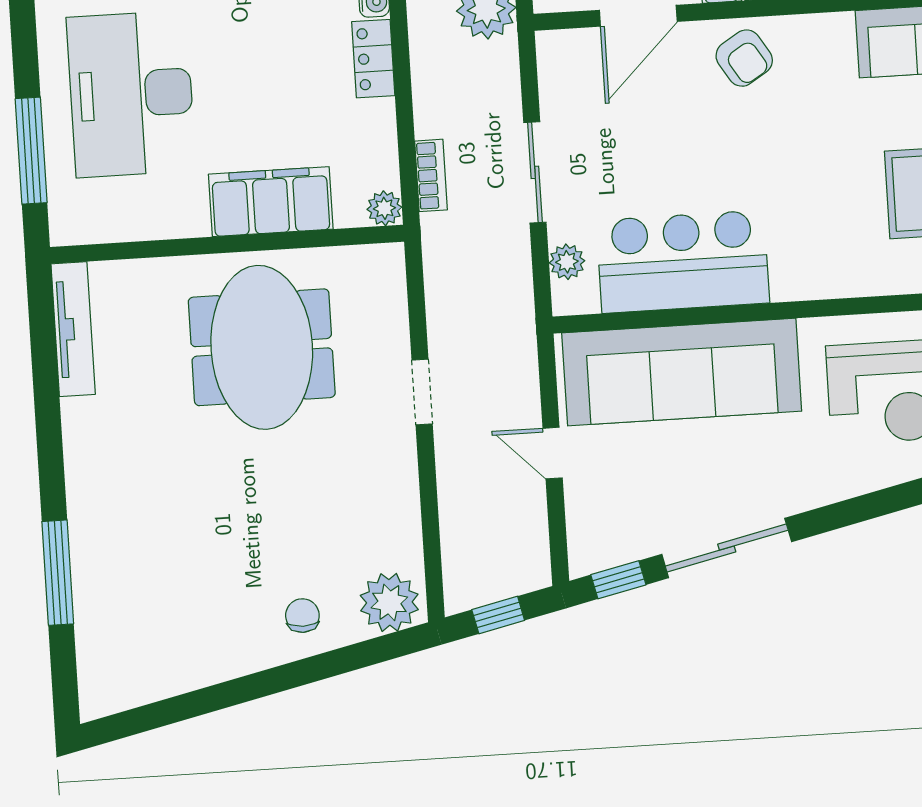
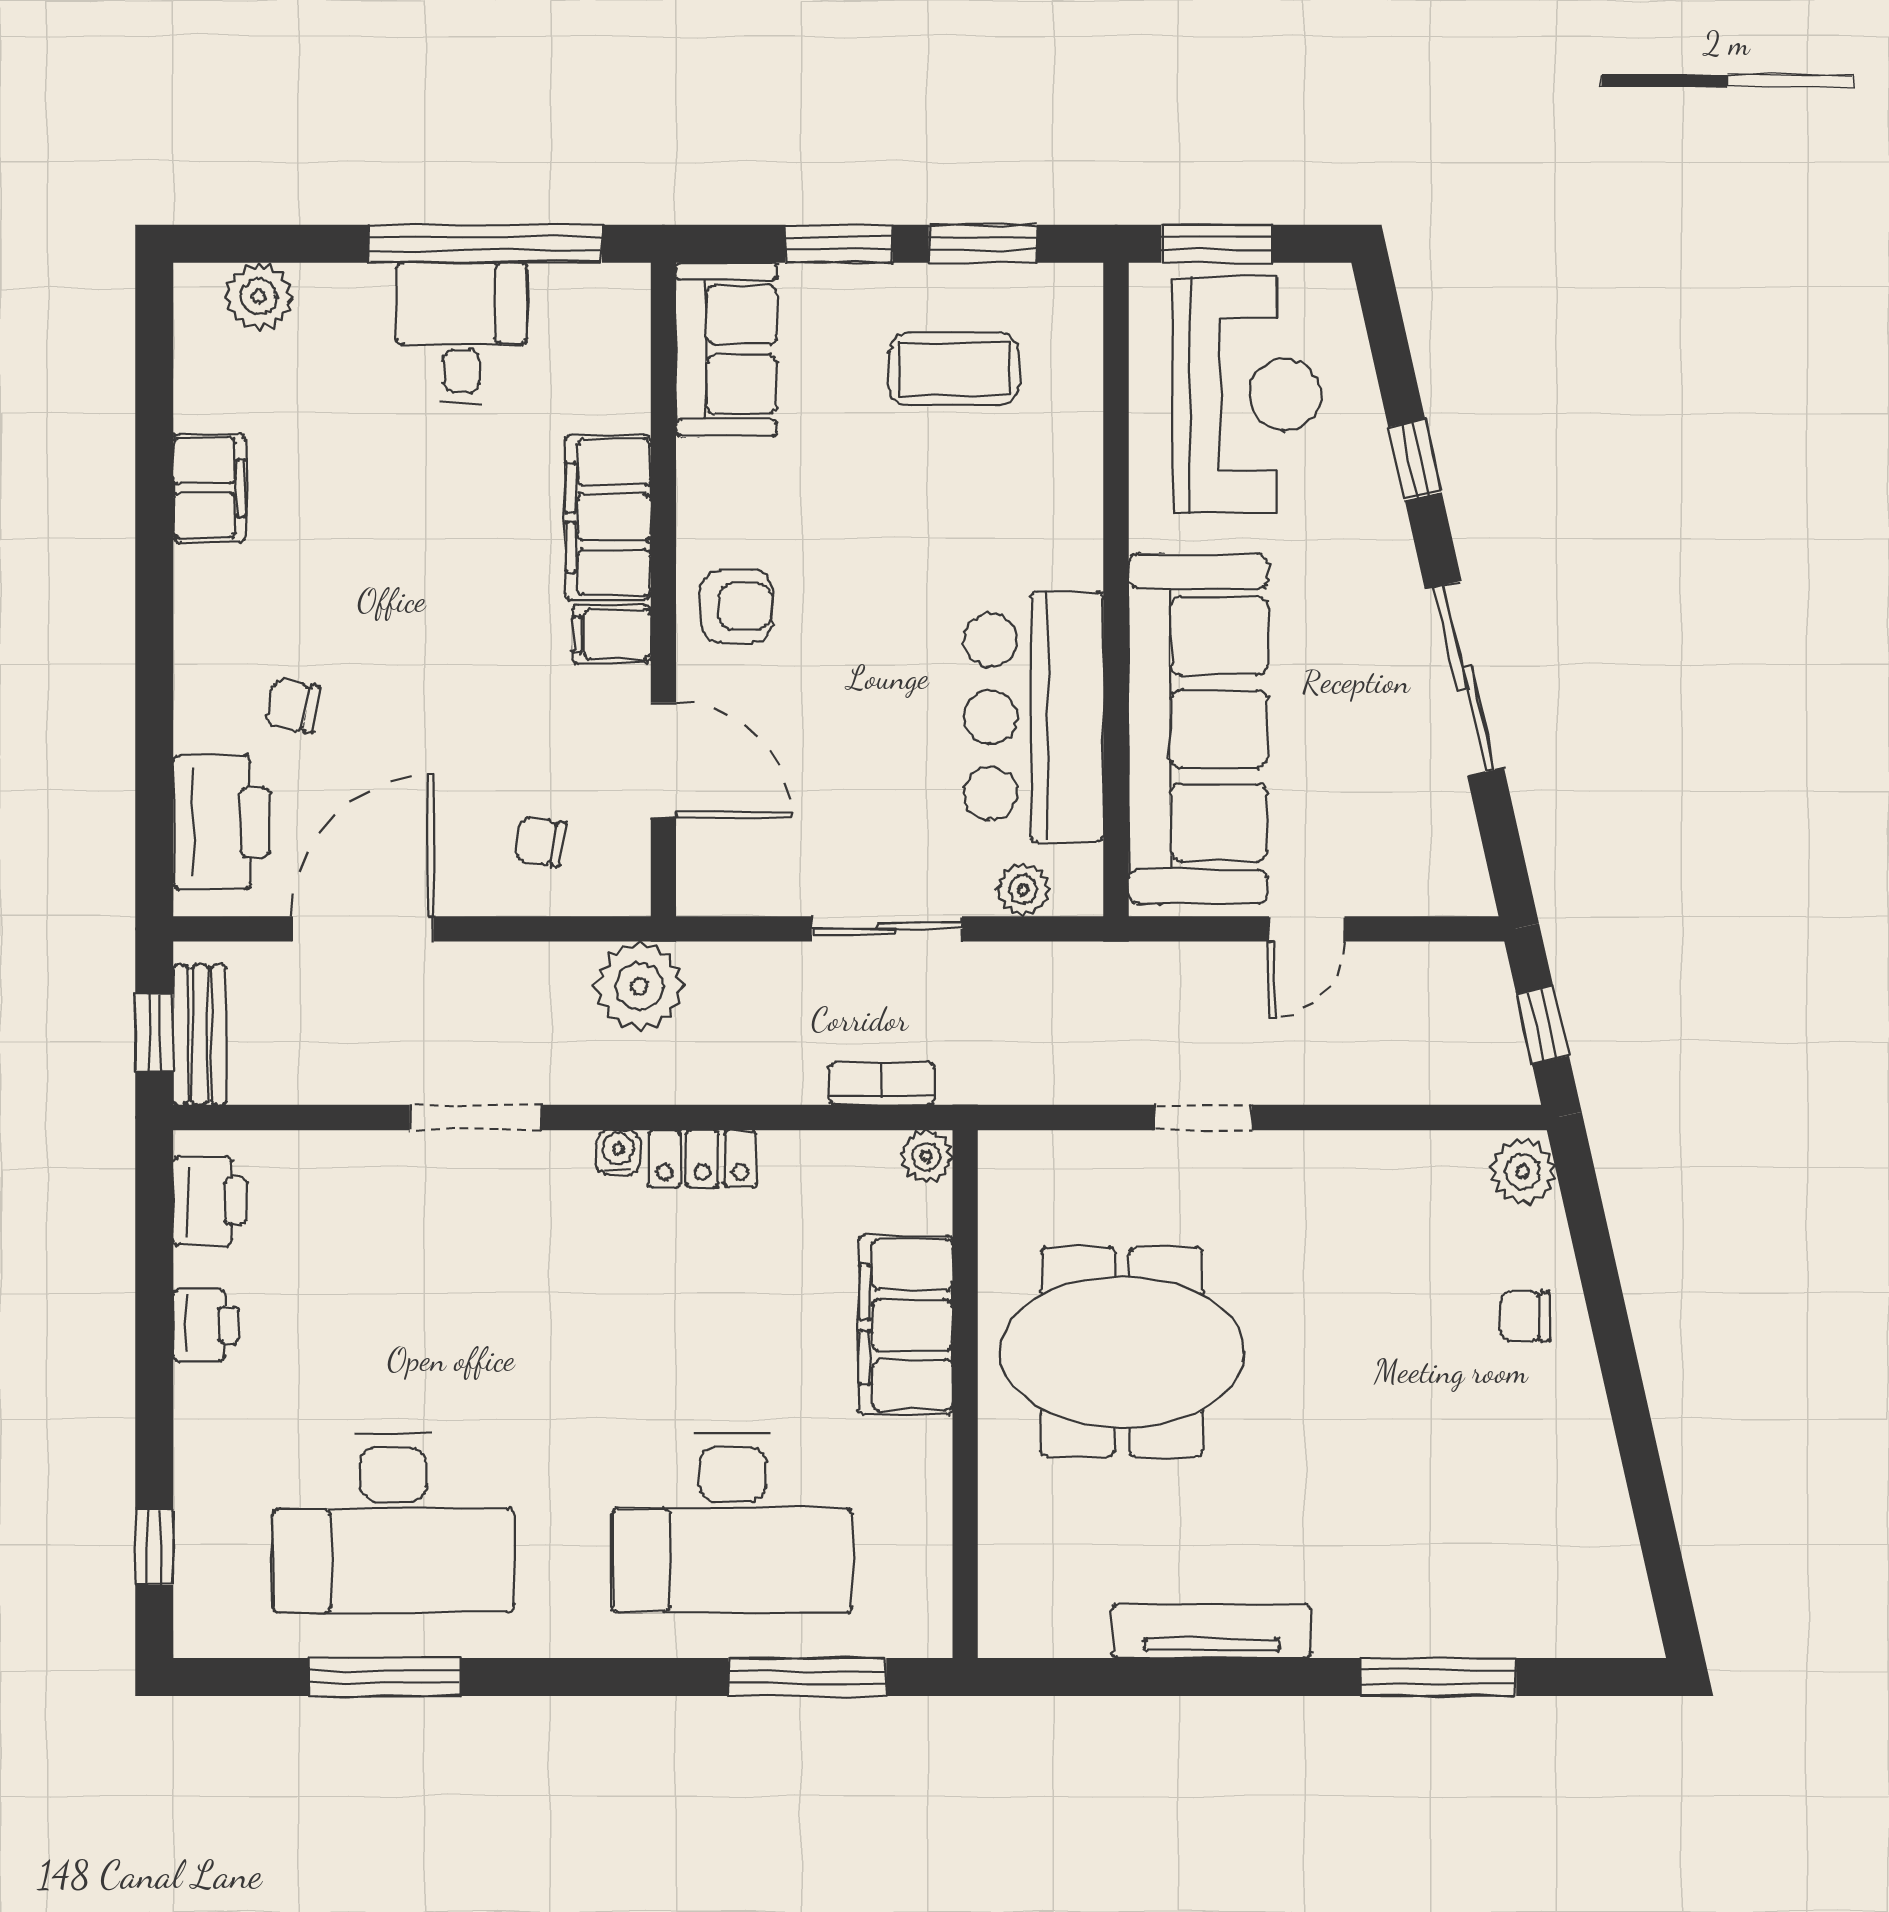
armchair: (744, 58) -> (736, 606), turned 32
tv unit: (73, 329) -> (1211, 1631), moved
window: (618, 580) -> (1415, 460), moved
plant: (389, 602) -> (1523, 1172), width x0.73, depth x0.73

